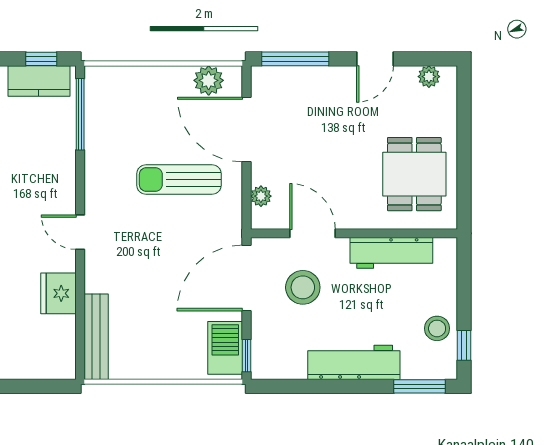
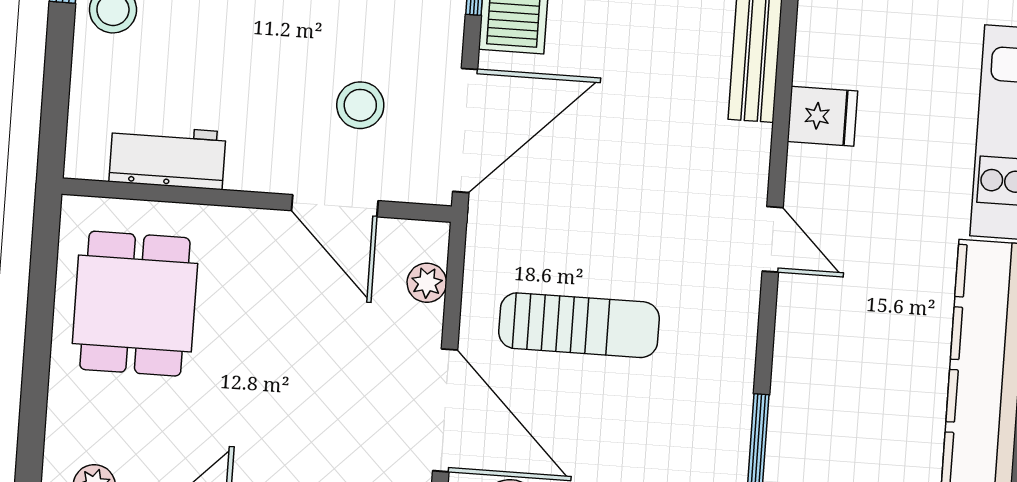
workbench: (391, 253) -> (167, 157), width x0.73
stool: (303, 287) -> (360, 105), width x0.73, depth x0.73
fridge: (58, 293) -> (822, 116), width x0.72

